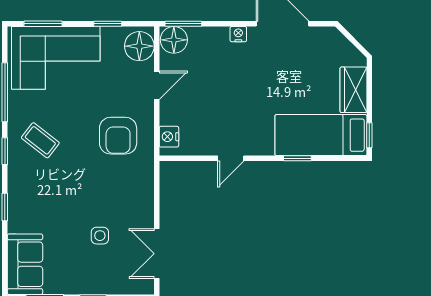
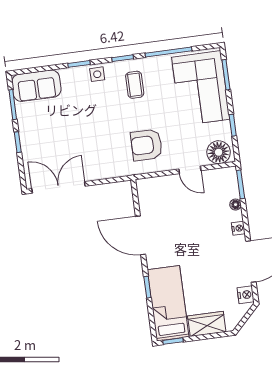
floor lamp: (174, 40) -> (236, 205), moved, width x0.53, depth x0.53
nightstand: (169, 137) -> (246, 295), moved, turned 90
coffee table: (40, 140) -> (135, 85), turned -38
door: (231, 158) -> (141, 235), width x1.88
side table: (100, 236) -> (97, 74), moved
double door: (157, 254) -> (58, 187), width x1.37

